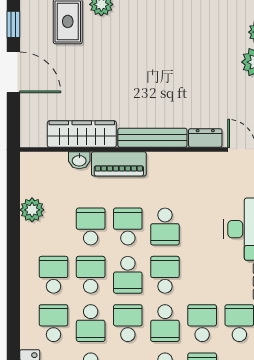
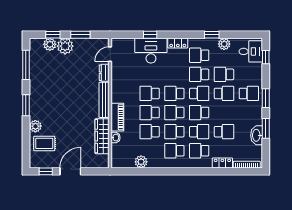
school desk: (165, 226) -> (150, 93), turned 180
school desk: (128, 275) -> (174, 113), turned 180

